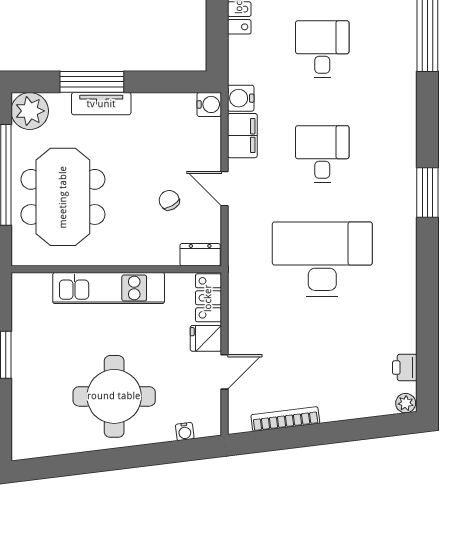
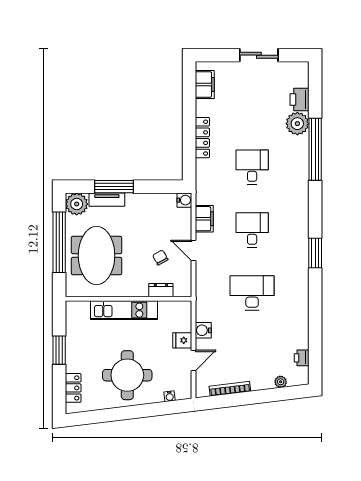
water cooler: (241, 98) -> (203, 330), moved
tv unit: (101, 104) -> (107, 200), moved
dresser: (200, 255) -> (161, 290), moved
desk: (322, 259) -> (252, 293), width x0.73, depth x0.77
locker: (208, 298) -> (73, 388), moved, turned 180
plant: (406, 403) -> (281, 382), moved

